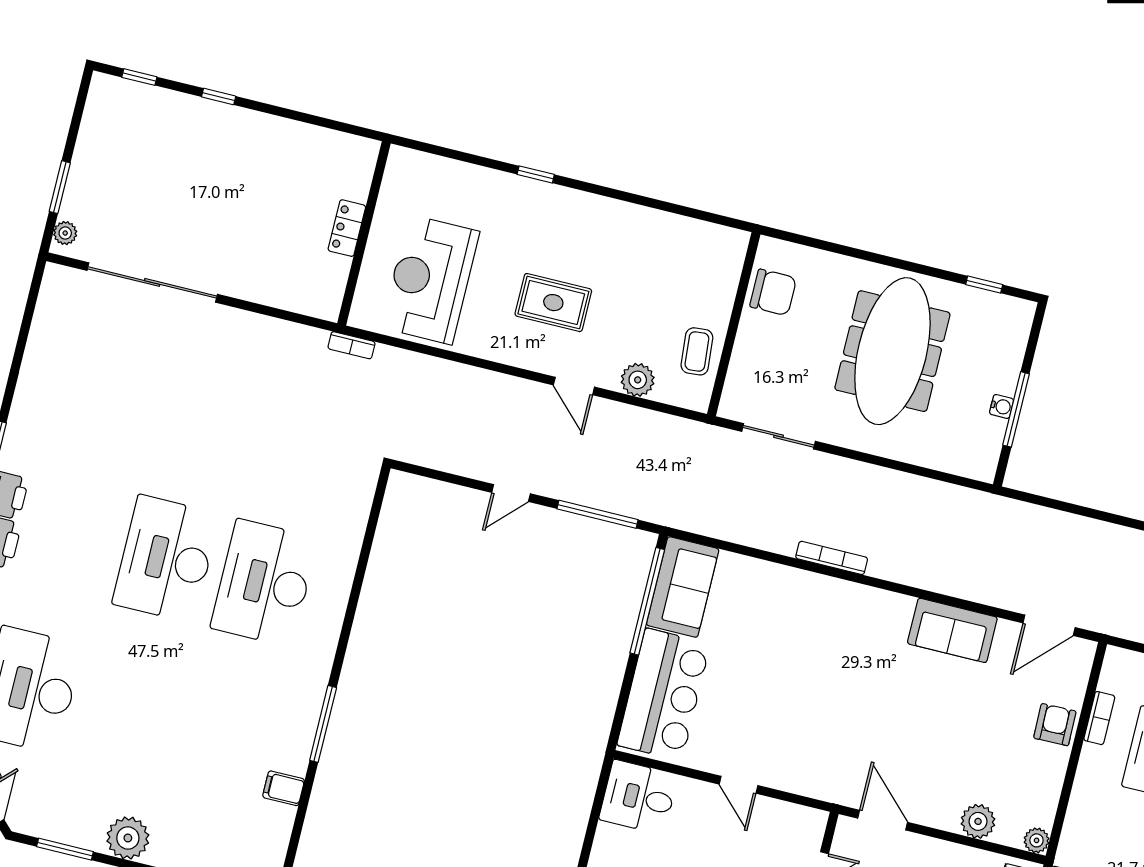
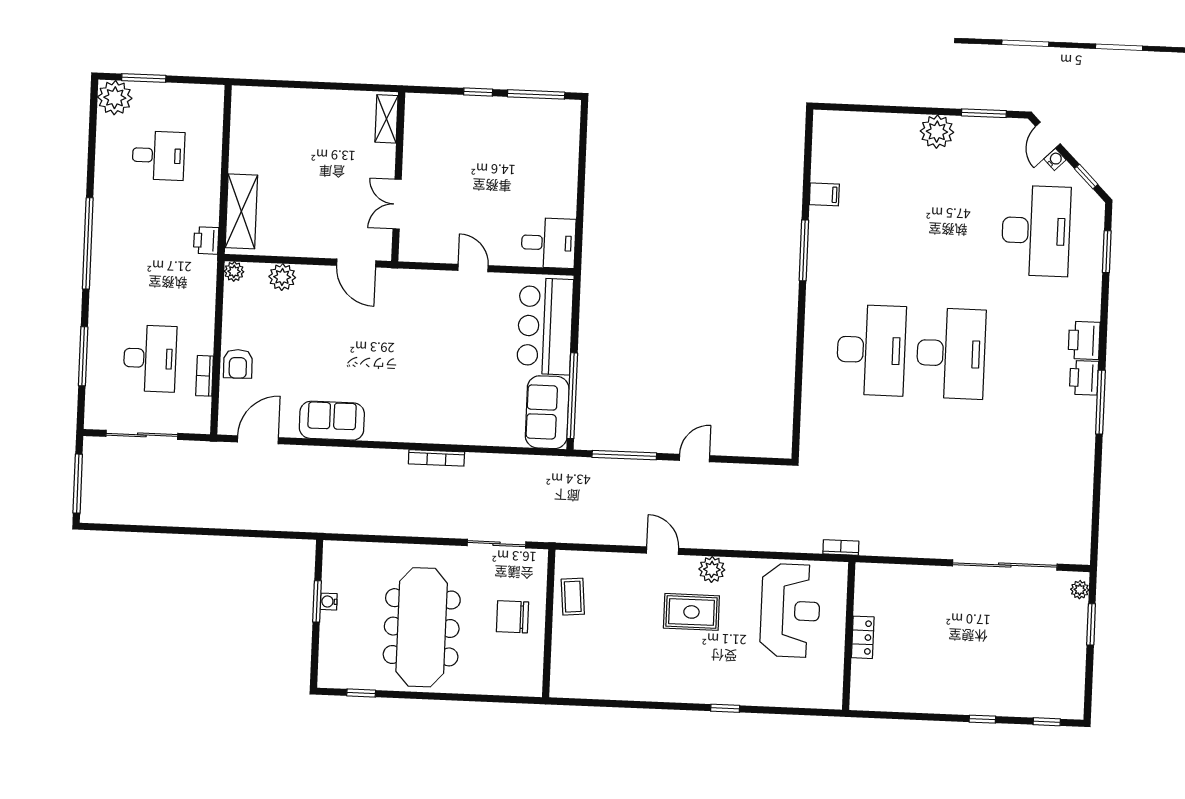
chair: (773, 292) -> (512, 617), moved
plant: (638, 380) -> (712, 569), moved
window: (1016, 409) -> (317, 601), width x0.69

